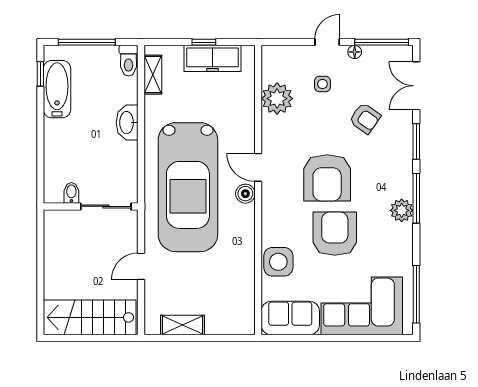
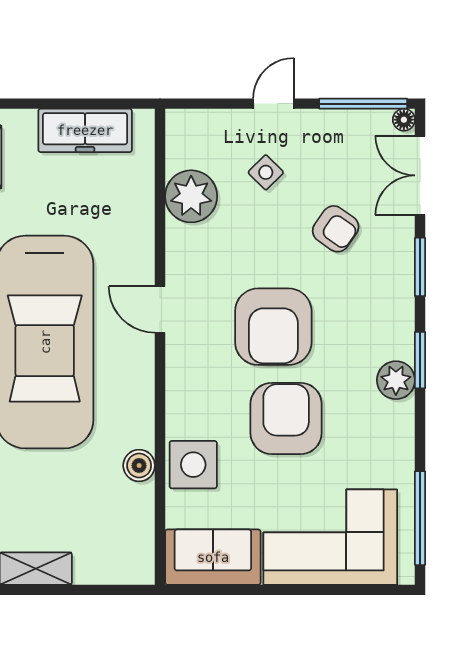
window: (204, 42) -> (71, 104), removed
floor lamp: (355, 52) -> (404, 120), moved
side table: (322, 84) -> (266, 172), turned 45
boiler: (245, 194) -> (139, 466), moved
window: (416, 198) -> (420, 360), width x0.69

